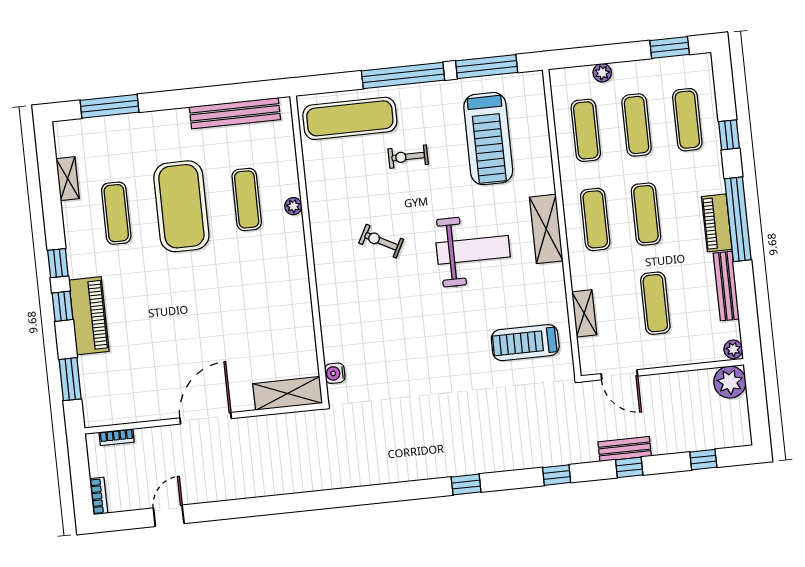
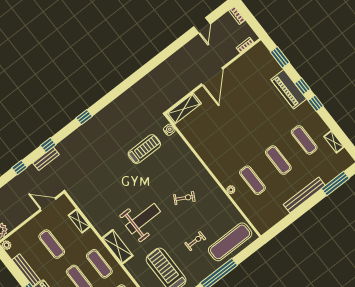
bench: (235, 113) -> (304, 195), moved
exercise mat: (181, 206) -> (278, 160), width x0.50, depth x0.69
weight bench: (473, 250) -> (143, 219), turned 180
treadmill: (525, 343) -> (144, 149), moved
bench: (625, 449) -> (46, 159), moved

